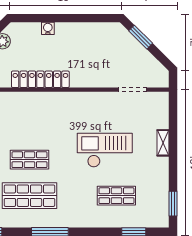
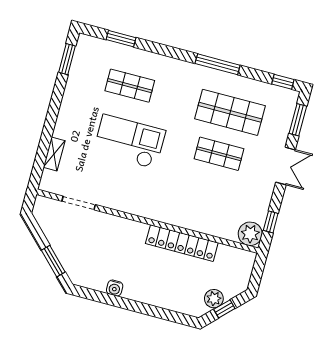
water cooler: (48, 28) -> (115, 288), moved
shelving: (163, 143) -> (54, 154), moved
checkout: (105, 150) -> (129, 142), turned 180

